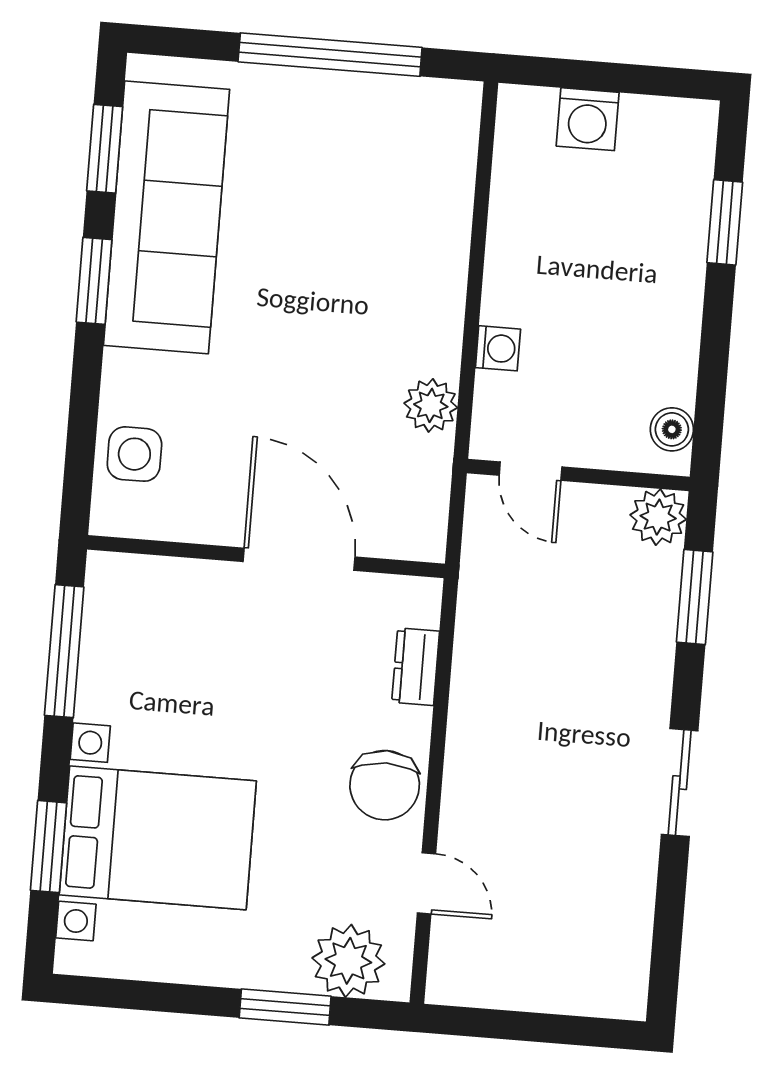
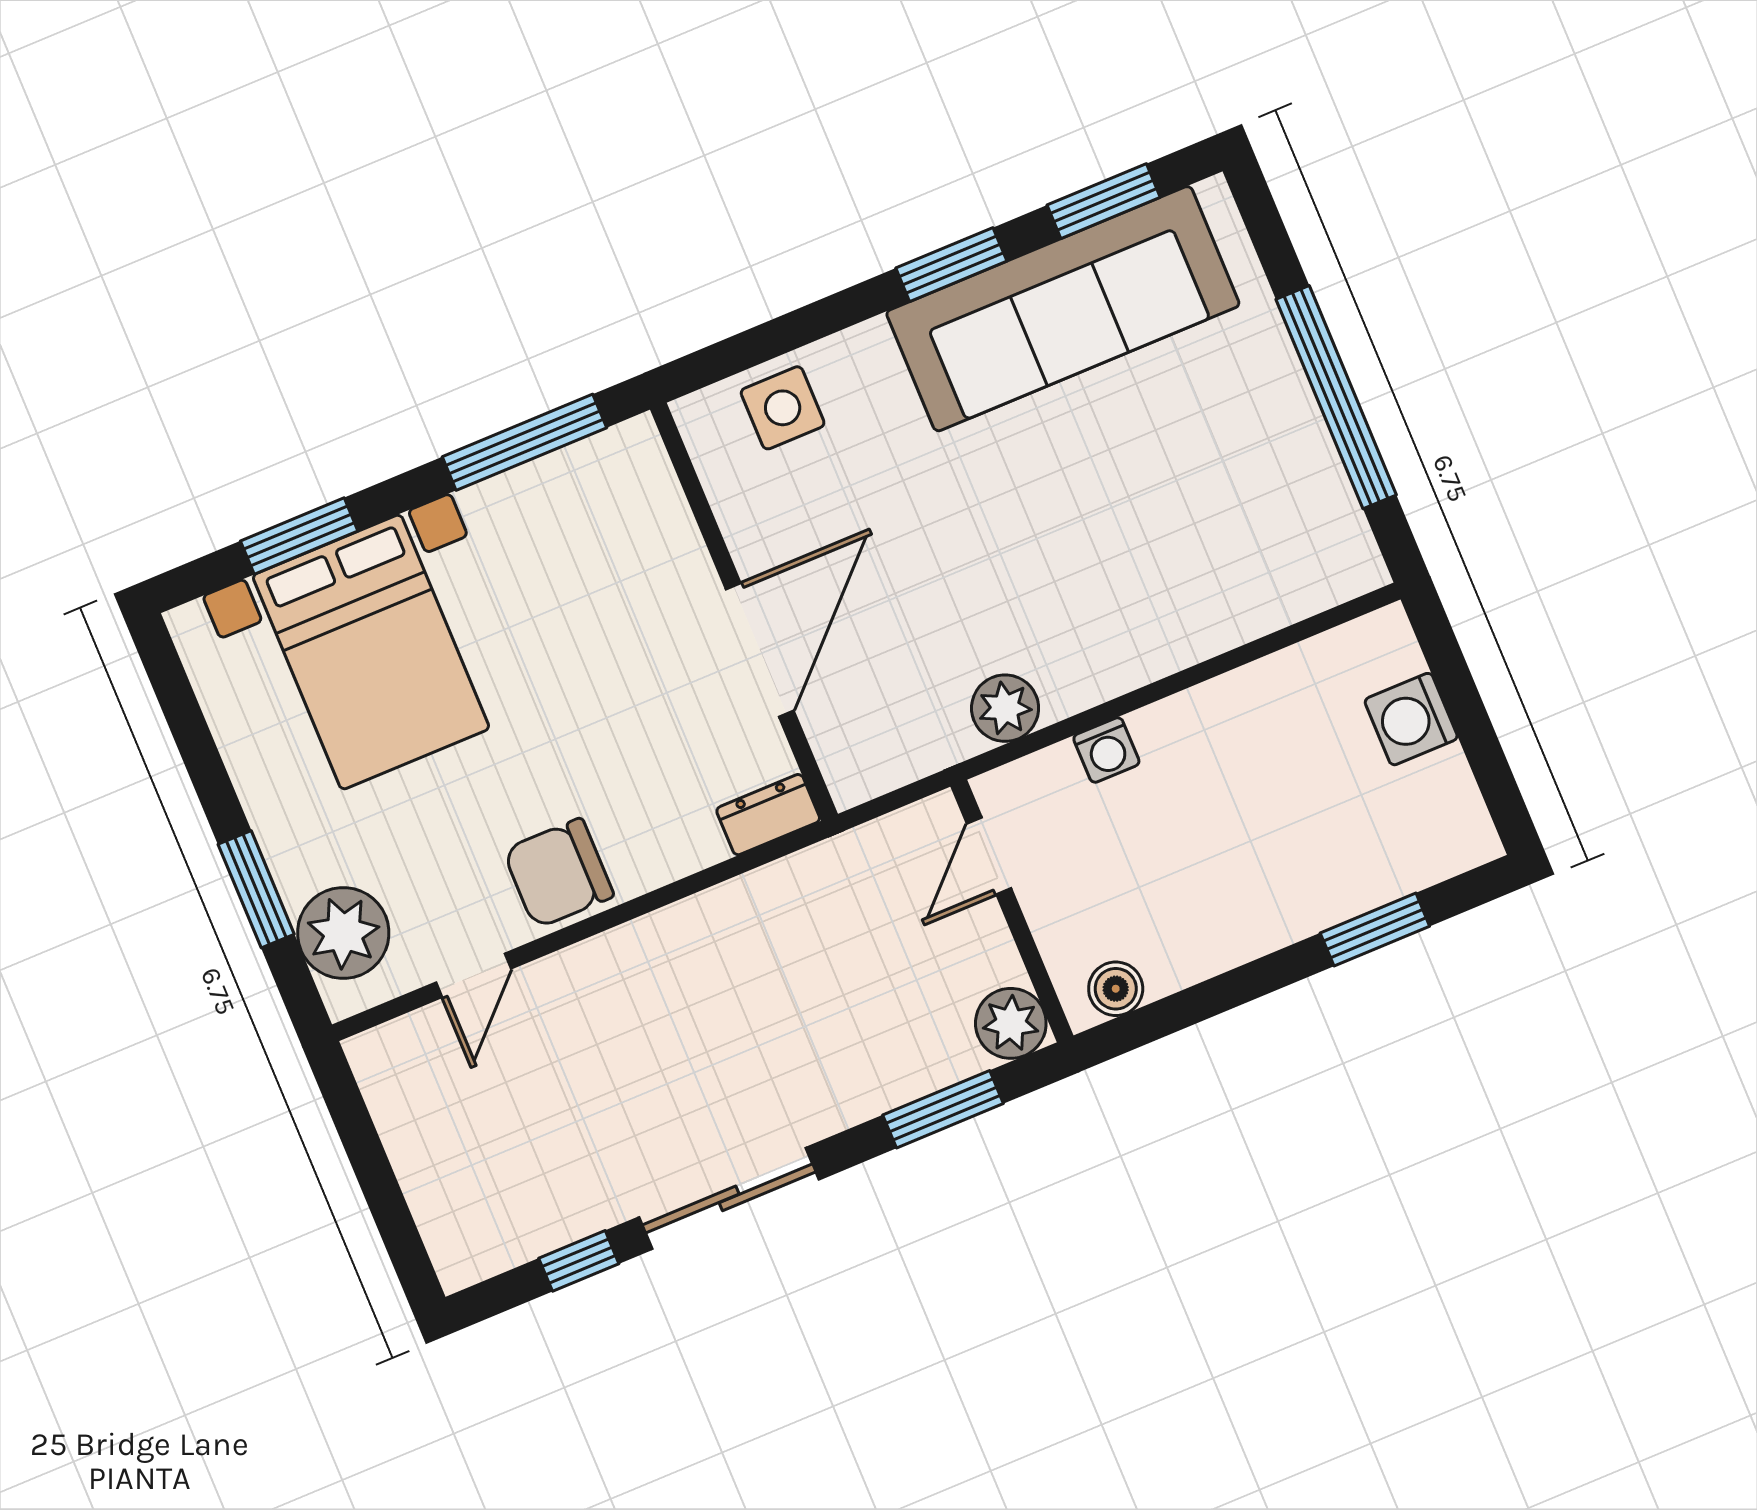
dresser: (416, 667) -> (768, 815), moved
sliding door: (680, 783) -> (729, 1198), width x1.37
window: (669, 913) -> (579, 1261), added

